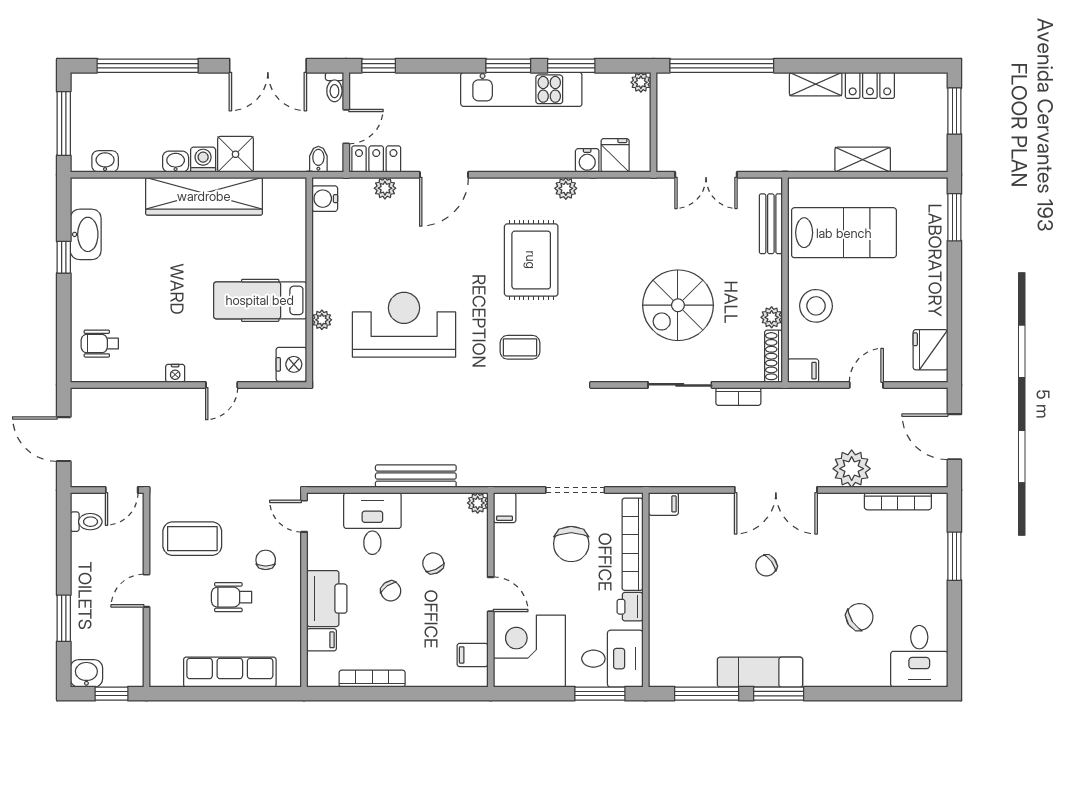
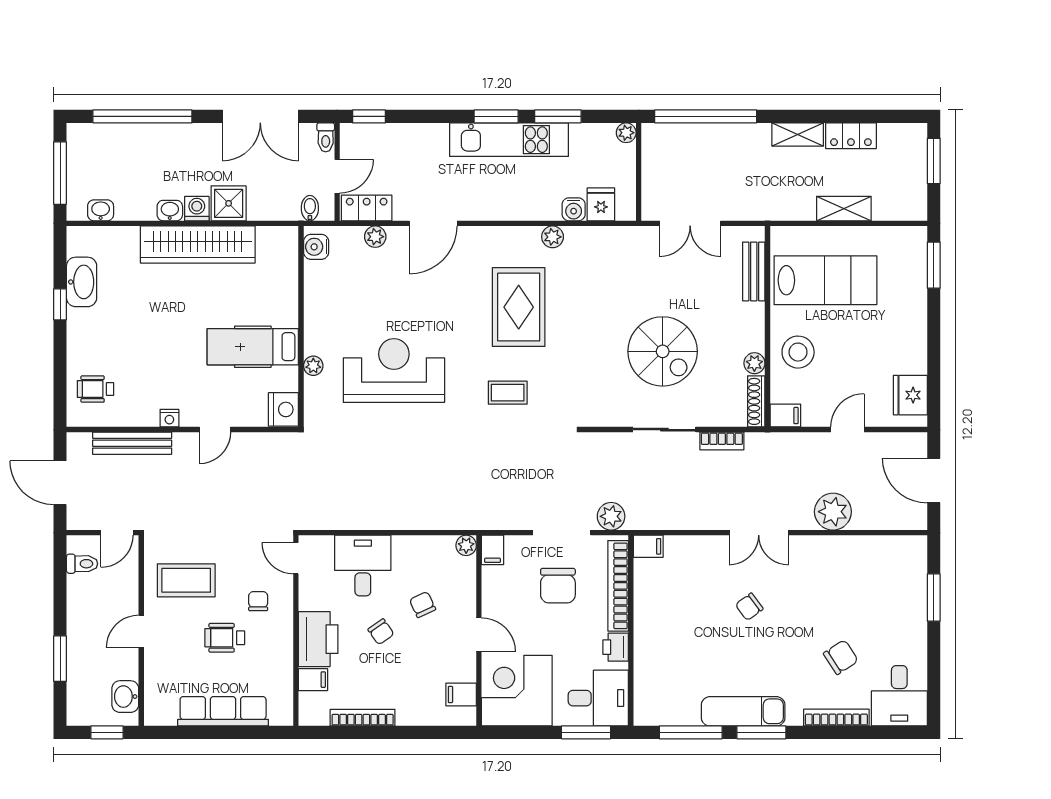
spiral stairs: (678, 305) -> (663, 351), turned -90
plant: (625, 473) -> (611, 516), added
bench: (416, 476) -> (132, 443), moved
double door: (776, 490) -> (759, 533), width x0.73
bookcase: (898, 501) -> (836, 718), moved, turned 180
washbasin: (86, 673) -> (125, 697), moved, turned -90

